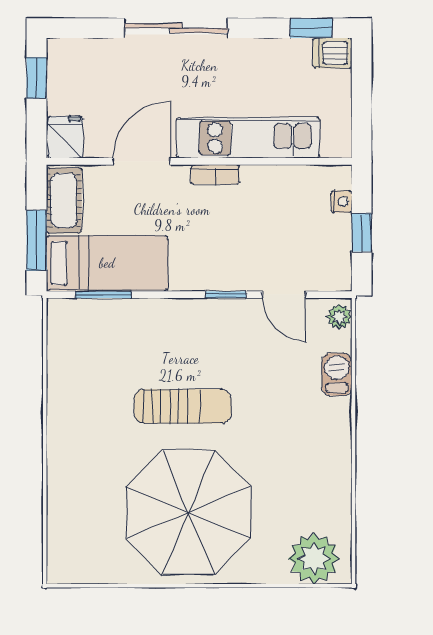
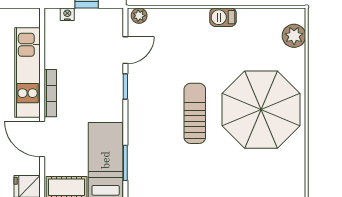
bookcase: (215, 174) -> (50, 93), width x1.56
barbecue: (337, 374) -> (223, 17), moved
plant: (314, 558) -> (294, 36), width x0.73, depth x0.73

